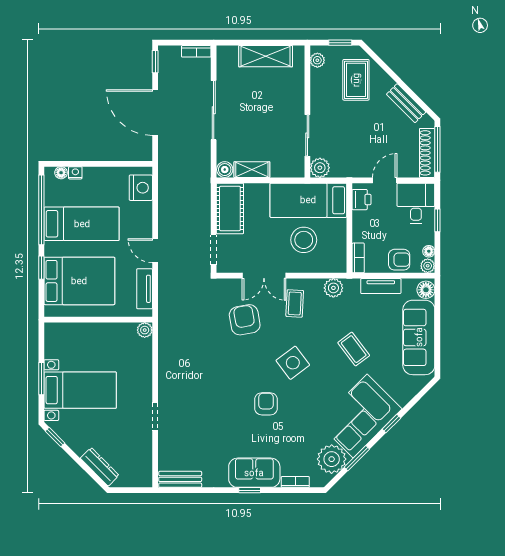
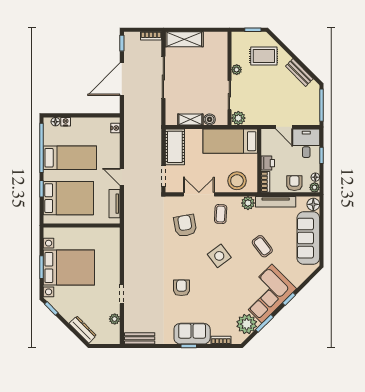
shelving: (266, 56) -> (184, 39), moved
plant: (317, 60) -> (237, 70), moved
rug: (356, 80) -> (264, 56), turned 90
door: (155, 113) -> (122, 79), hinge flipped
shoe rack: (427, 153) -> (314, 108), removed
boiler: (225, 170) -> (210, 119), moved
door: (385, 180) -> (284, 127), swing flipped
nightstand: (141, 188) -> (115, 128), width x0.53, depth x0.56
printer: (361, 200) -> (268, 163), moved
stool: (304, 240) -> (237, 181), moved
armchair: (399, 260) -> (294, 183), turned -90
double door: (264, 276) -> (199, 194), swing flipped
tv unit: (381, 286) -> (276, 202), width x1.41
plant: (145, 330) -> (115, 319), moved
bed with nightstands: (80, 390) -> (69, 267), width x1.36
armchair: (266, 404) -> (181, 288), moved

